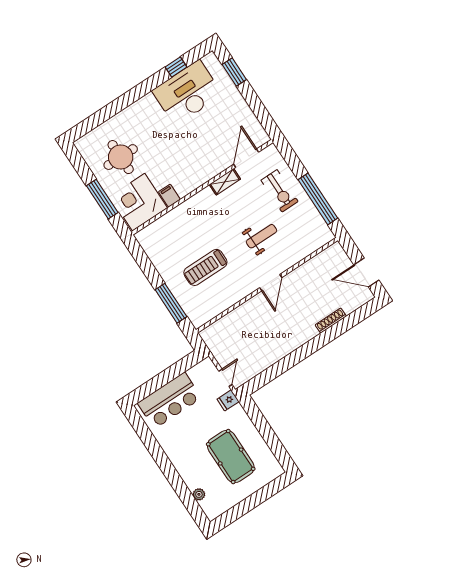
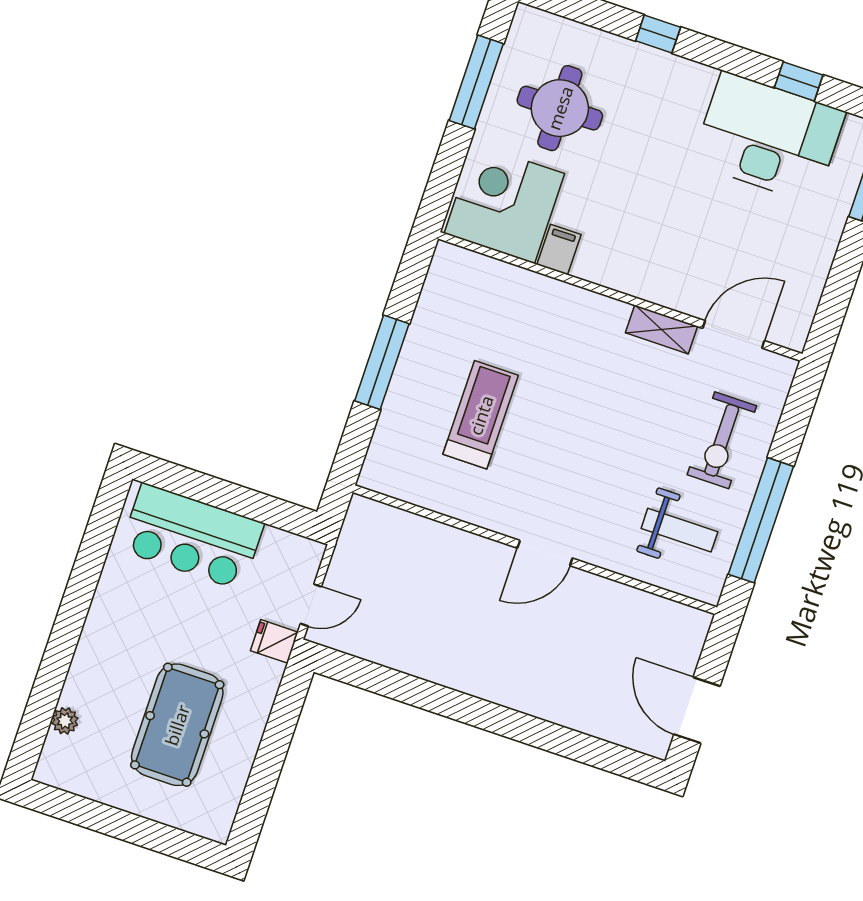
window: (122, 103) -> (658, 34), added
window: (102, 199) -> (476, 82), moved
weight bench: (261, 236) -> (679, 530), moved
treadmill: (205, 267) -> (481, 415), turned 90
window: (171, 303) -> (382, 362), moved
shoe rack: (331, 321) -> (561, 714), removed

